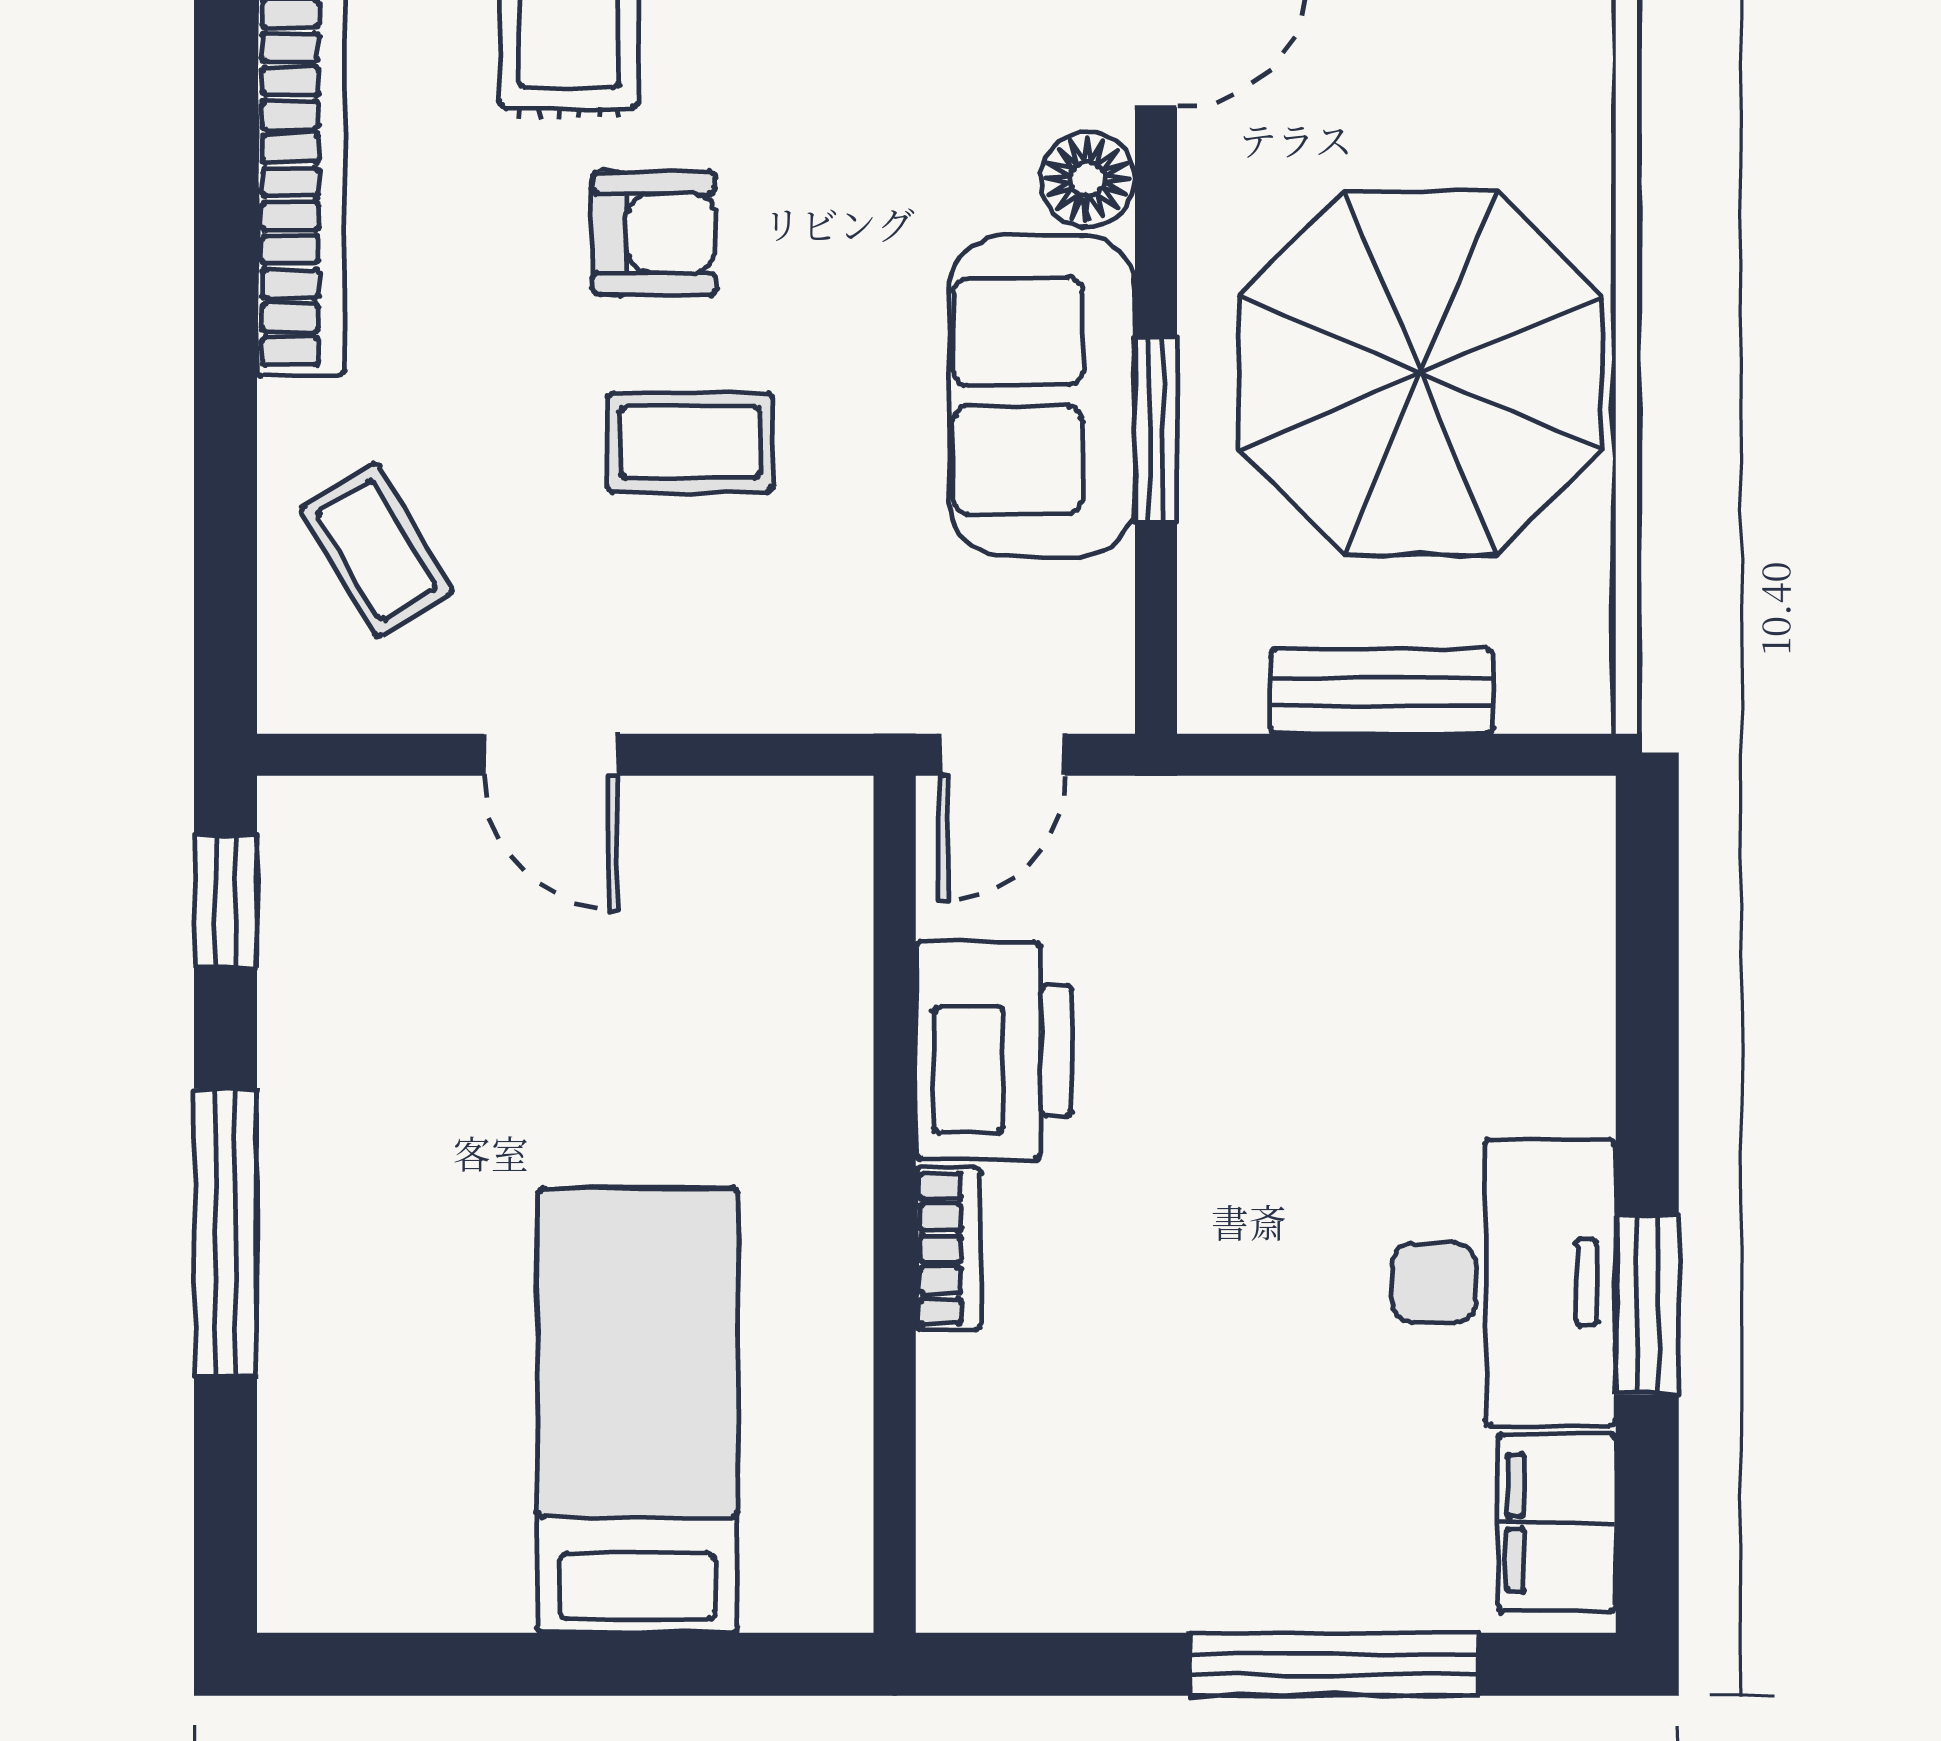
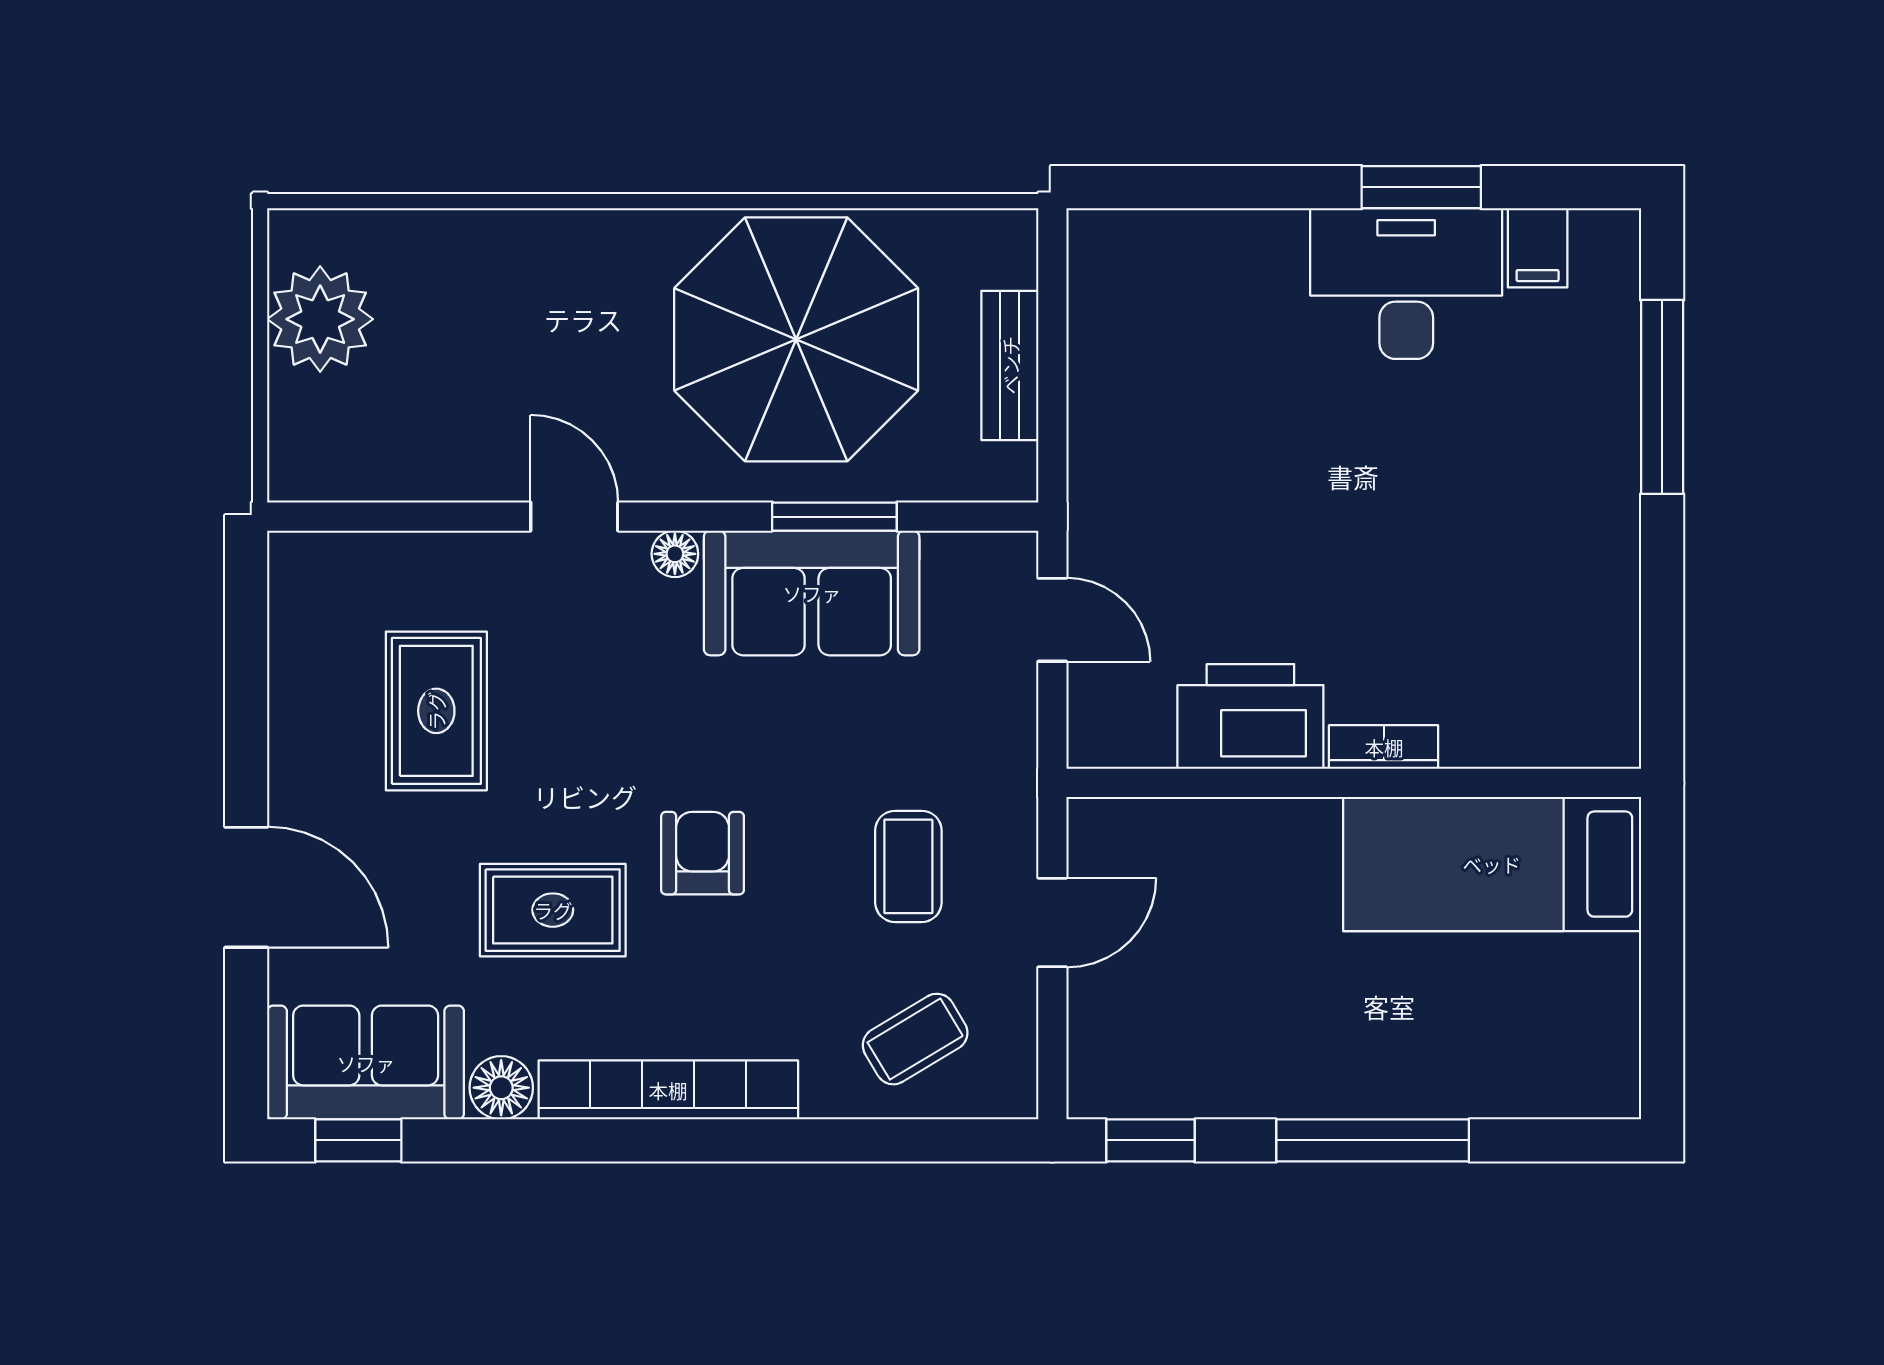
floor lamp: (1087, 179) -> (675, 554), width x0.73, depth x0.73
coffee table: (690, 443) -> (908, 866), moved
printer: (994, 1050) -> (1250, 716), moved
wall: (895, 1204) -> (1354, 783), moved
bookcase: (948, 1249) -> (1384, 747), moved
filing cabinet: (1557, 1523) -> (1538, 248), width x0.50

